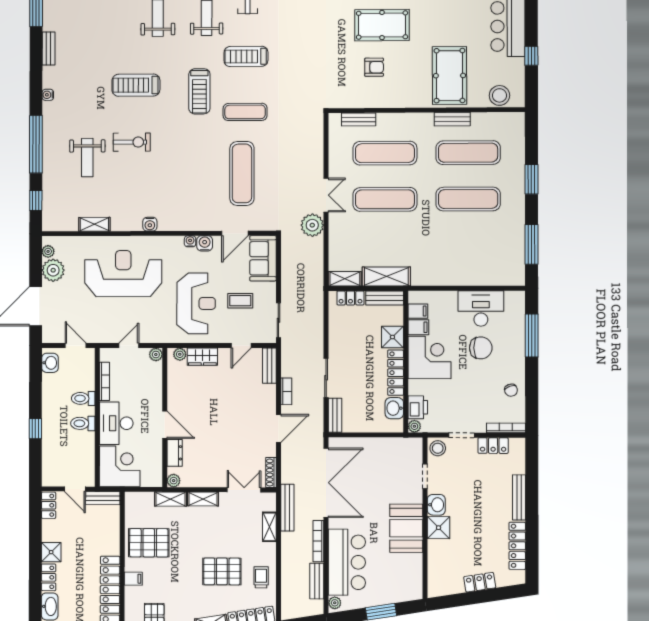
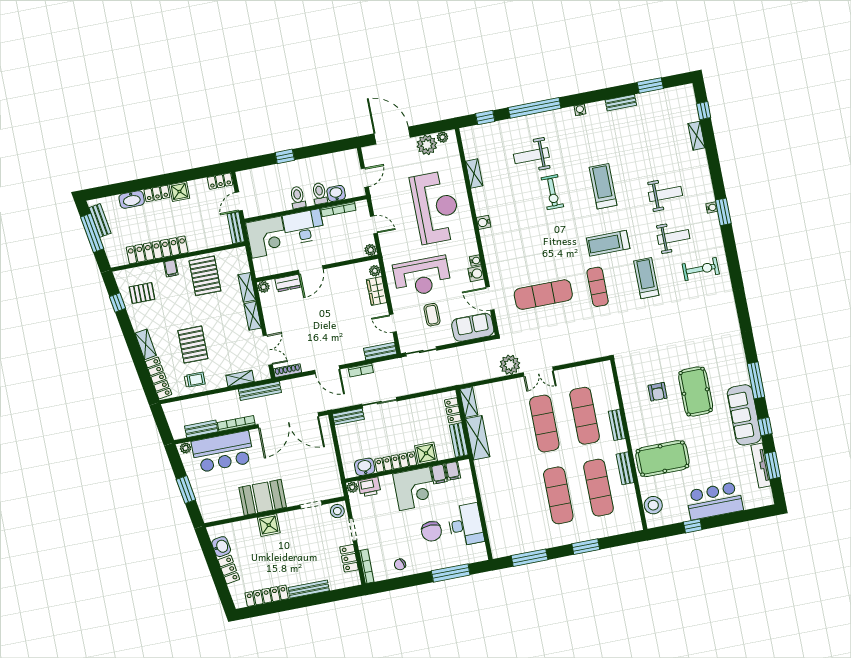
bench: (359, 119) -> (617, 425), moved
washbasin: (50, 363) -> (336, 193), moved, turned 180
washbasin: (436, 505) -> (221, 547), moved, turned -99

